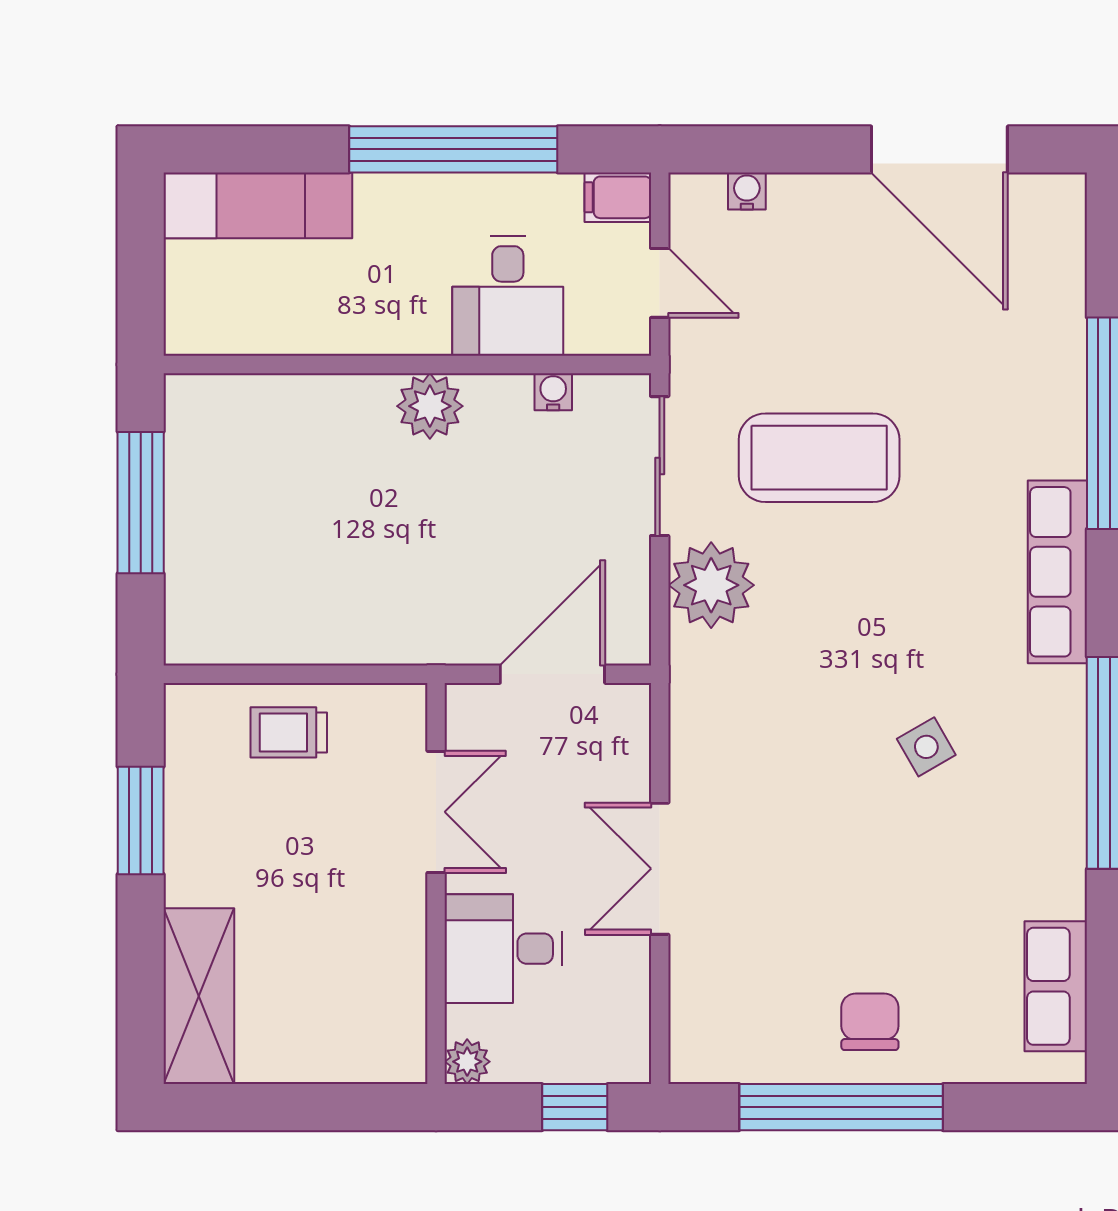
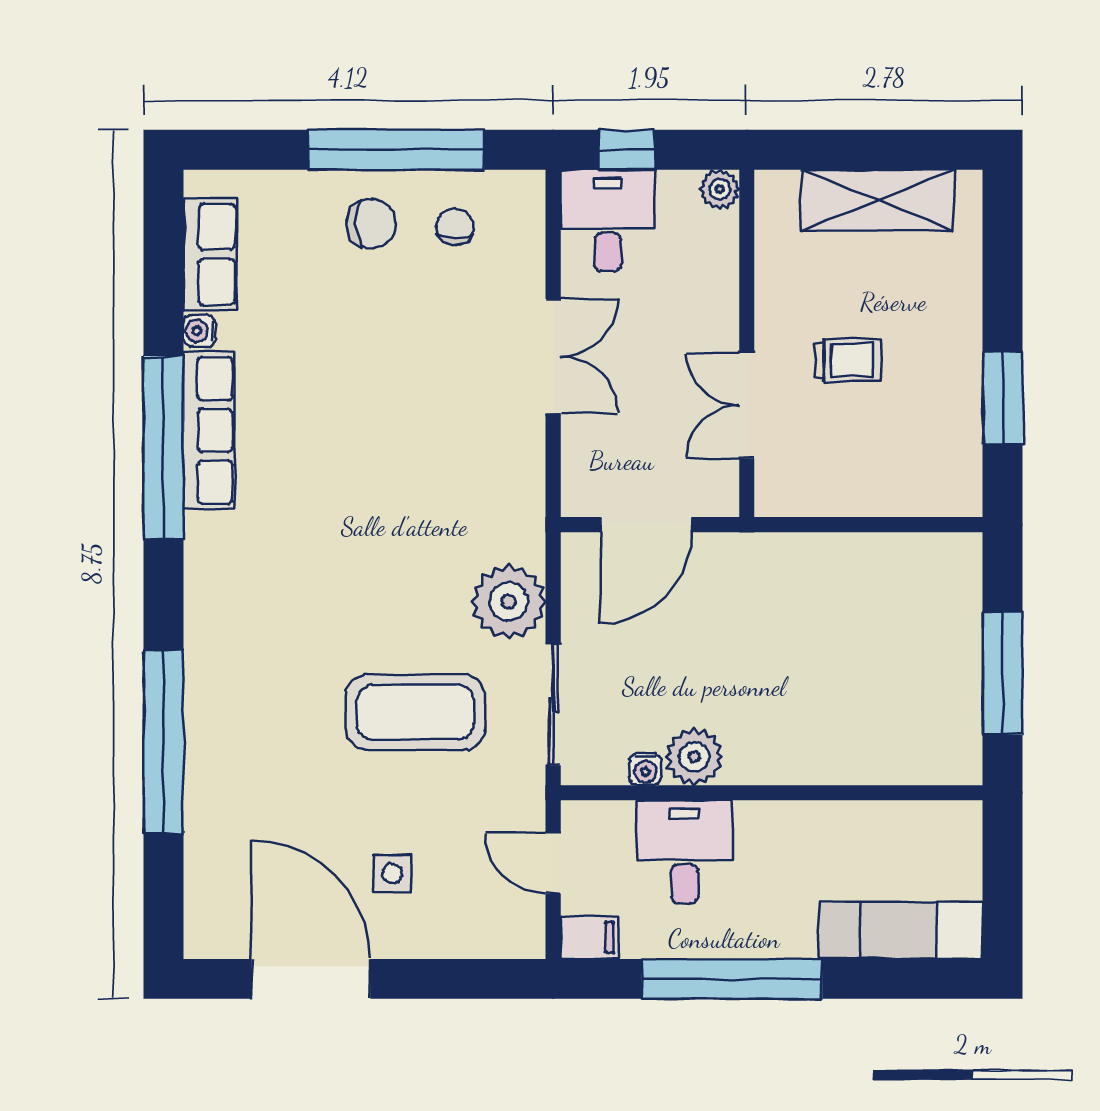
water cooler: (747, 191) -> (199, 331), moved, turned 90
plant: (430, 406) -> (694, 757), moved
row of seats: (1057, 572) -> (209, 430), moved
trolley: (289, 732) -> (848, 360), moved
side table: (926, 747) -> (392, 873), moved, turned 30
desk: (503, 949) -> (608, 221), moved, turned -90
shelving: (199, 996) -> (877, 200), moved, turned 90
chair: (773, 1018) -> (455, 227), added
chair: (870, 1022) -> (371, 224), turned -90

